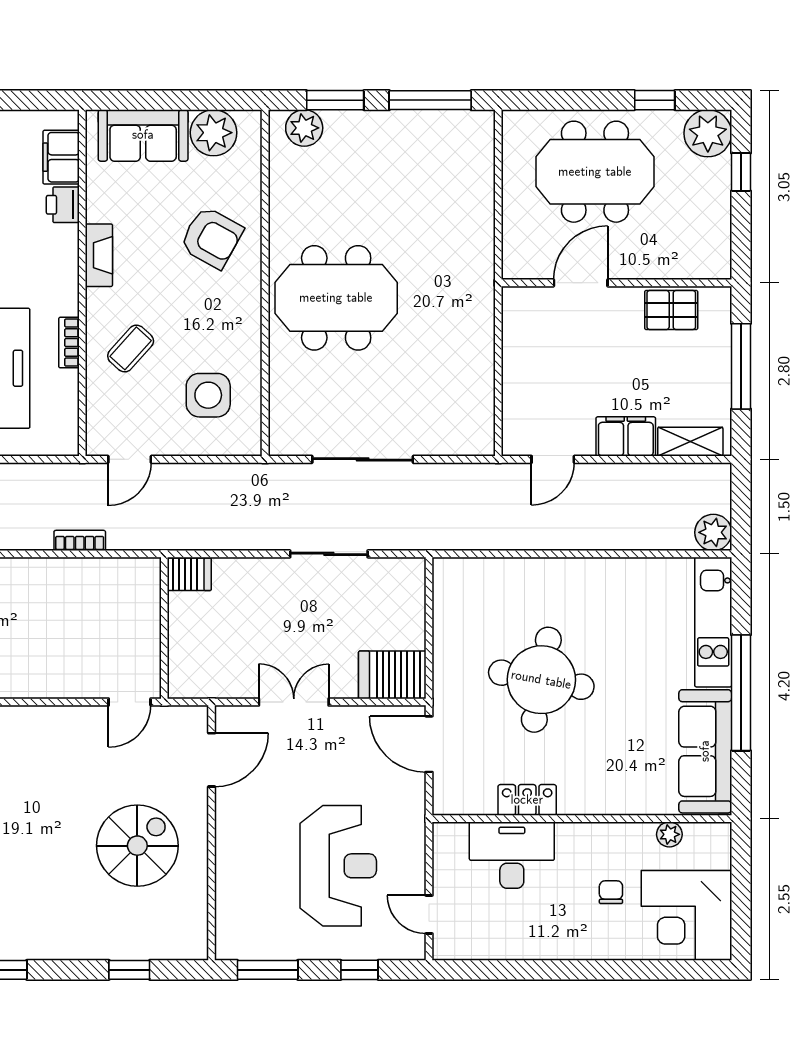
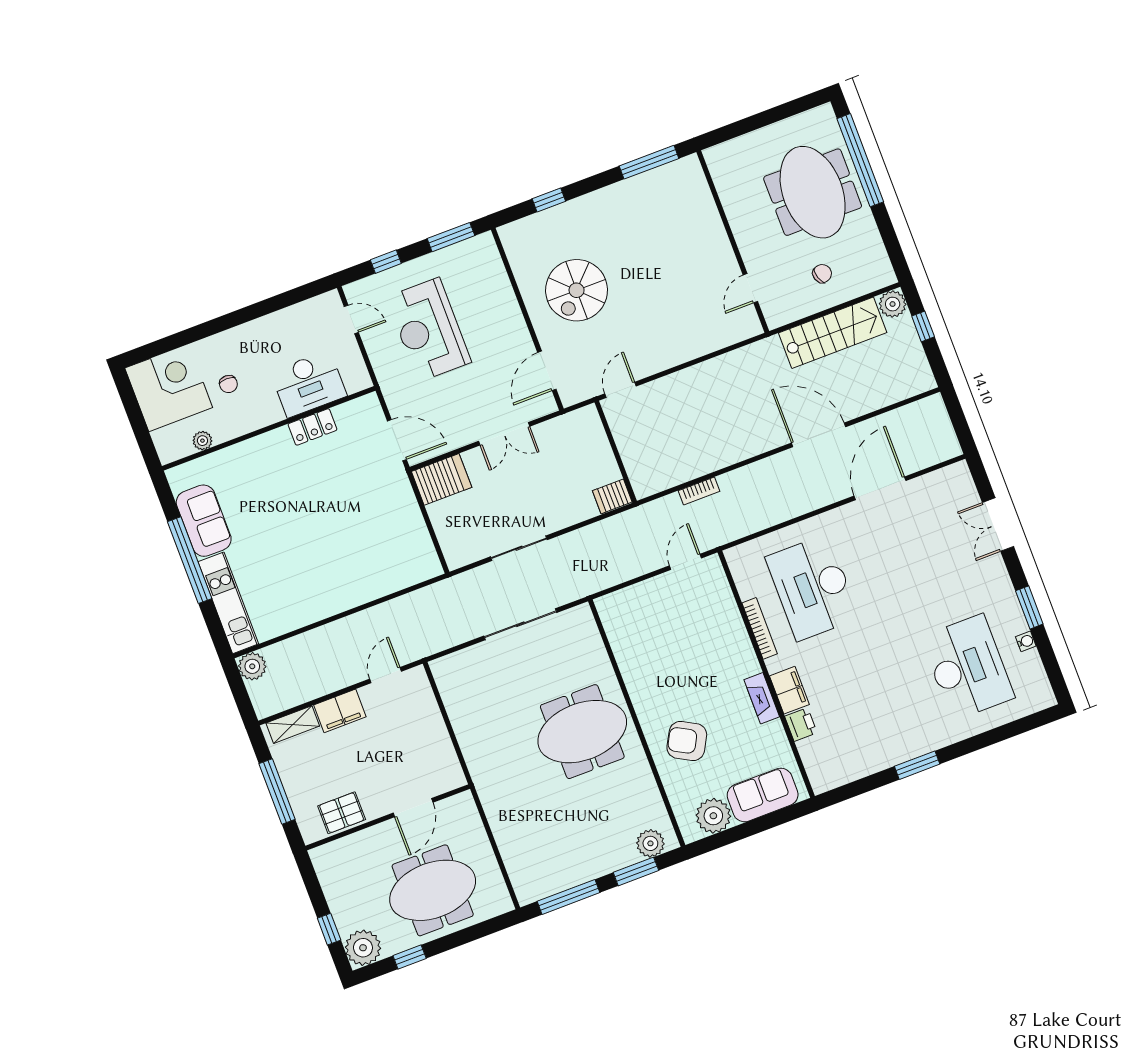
filing cabinet: (61, 157) -> (789, 690), moved
bookcase: (69, 343) -> (760, 628), width x1.56
coffee table: (131, 348) -> (714, 641), removed
side table: (208, 395) -> (647, 628), removed
round table: (541, 680) -> (335, 516), removed
sofa: (705, 751) -> (204, 521), width x0.73

